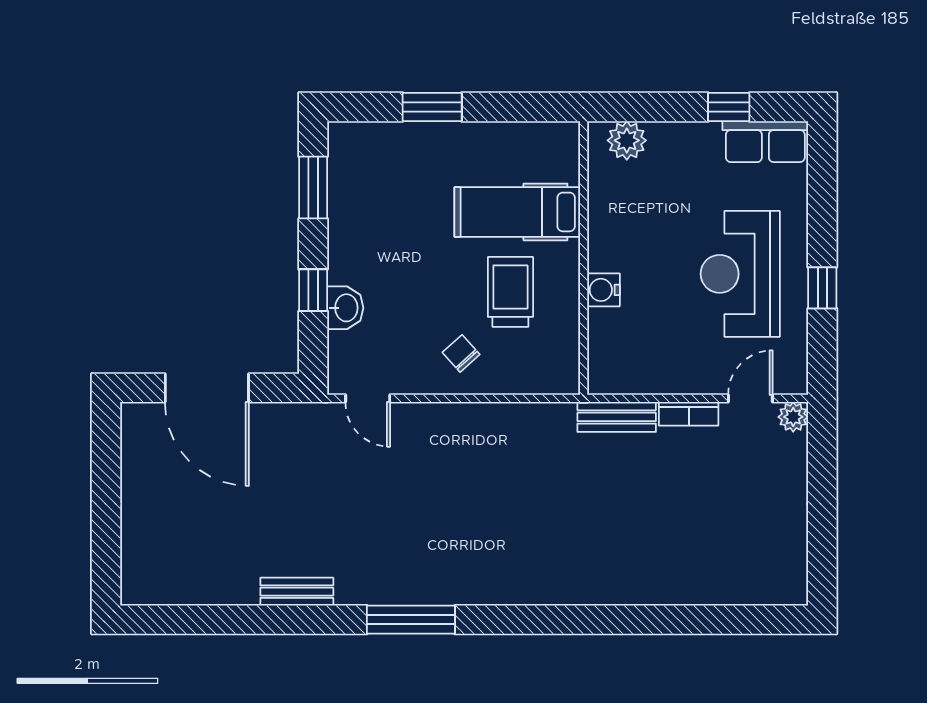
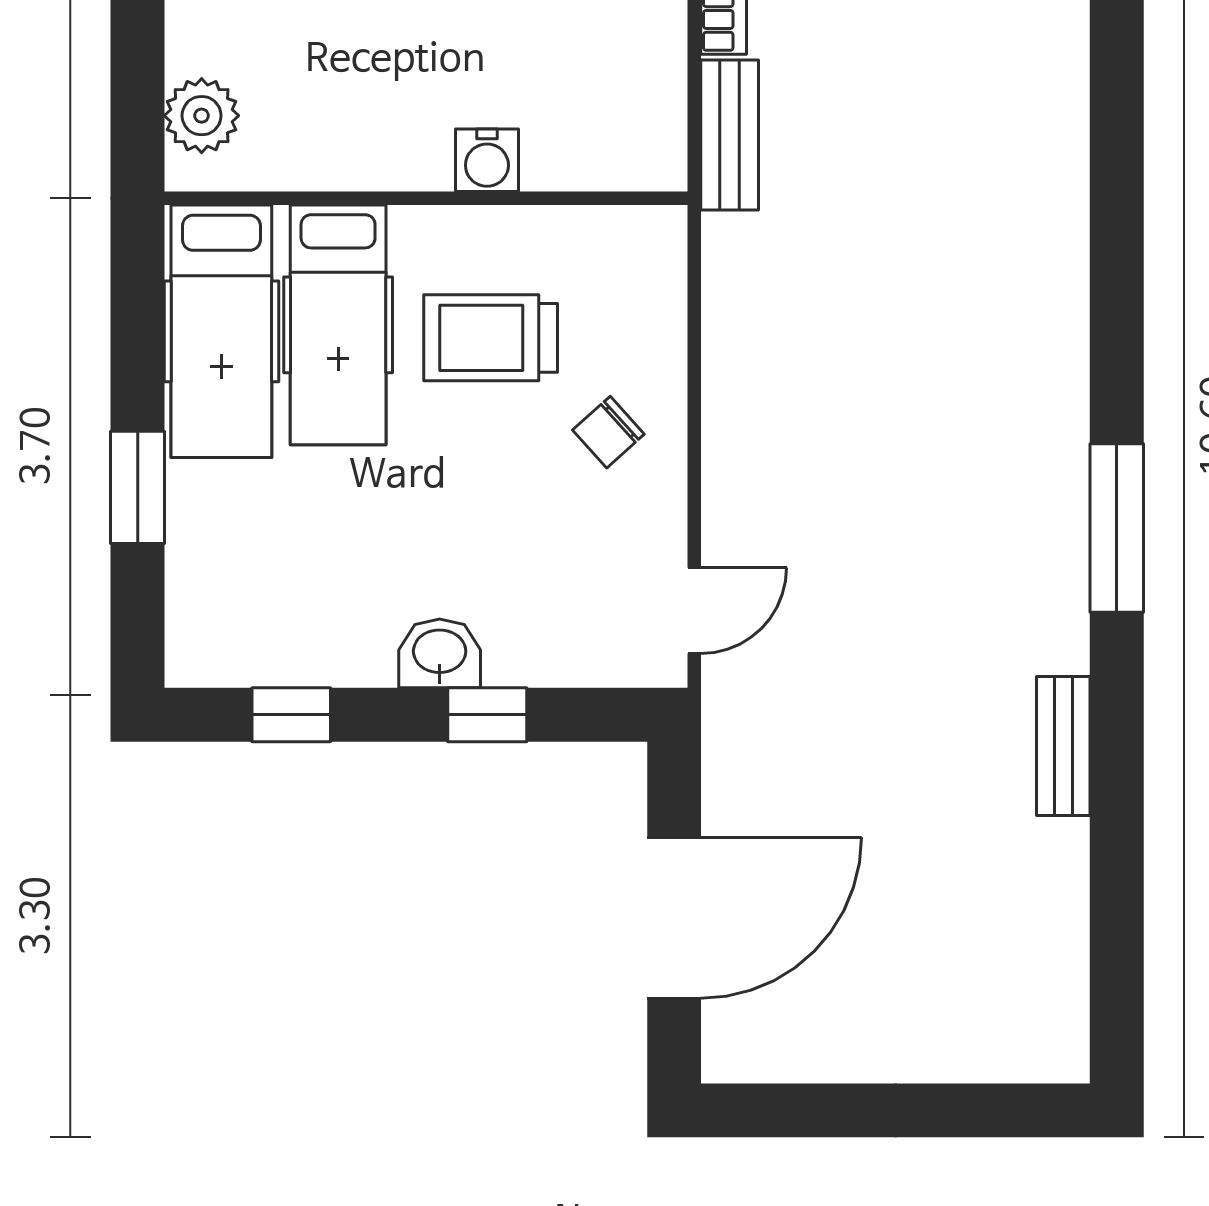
hospital bed: (514, 151) -> (221, 331), added
window: (313, 187) -> (291, 715), width x0.67
washbasin: (345, 308) -> (440, 653), moved

